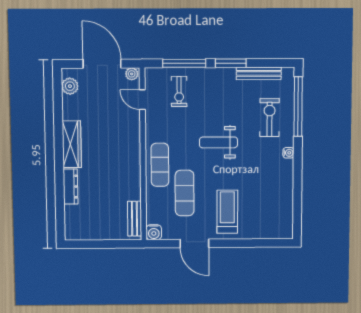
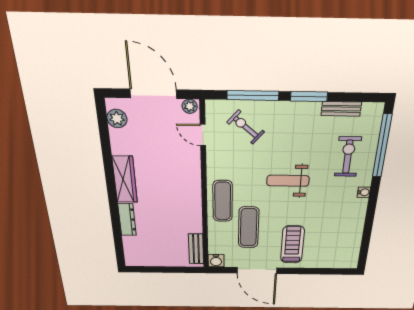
bench: (259, 73) -> (341, 109), width x0.73
exercise bike: (179, 92) -> (246, 127), turned 131
door: (194, 243) -> (257, 271), width x1.36

